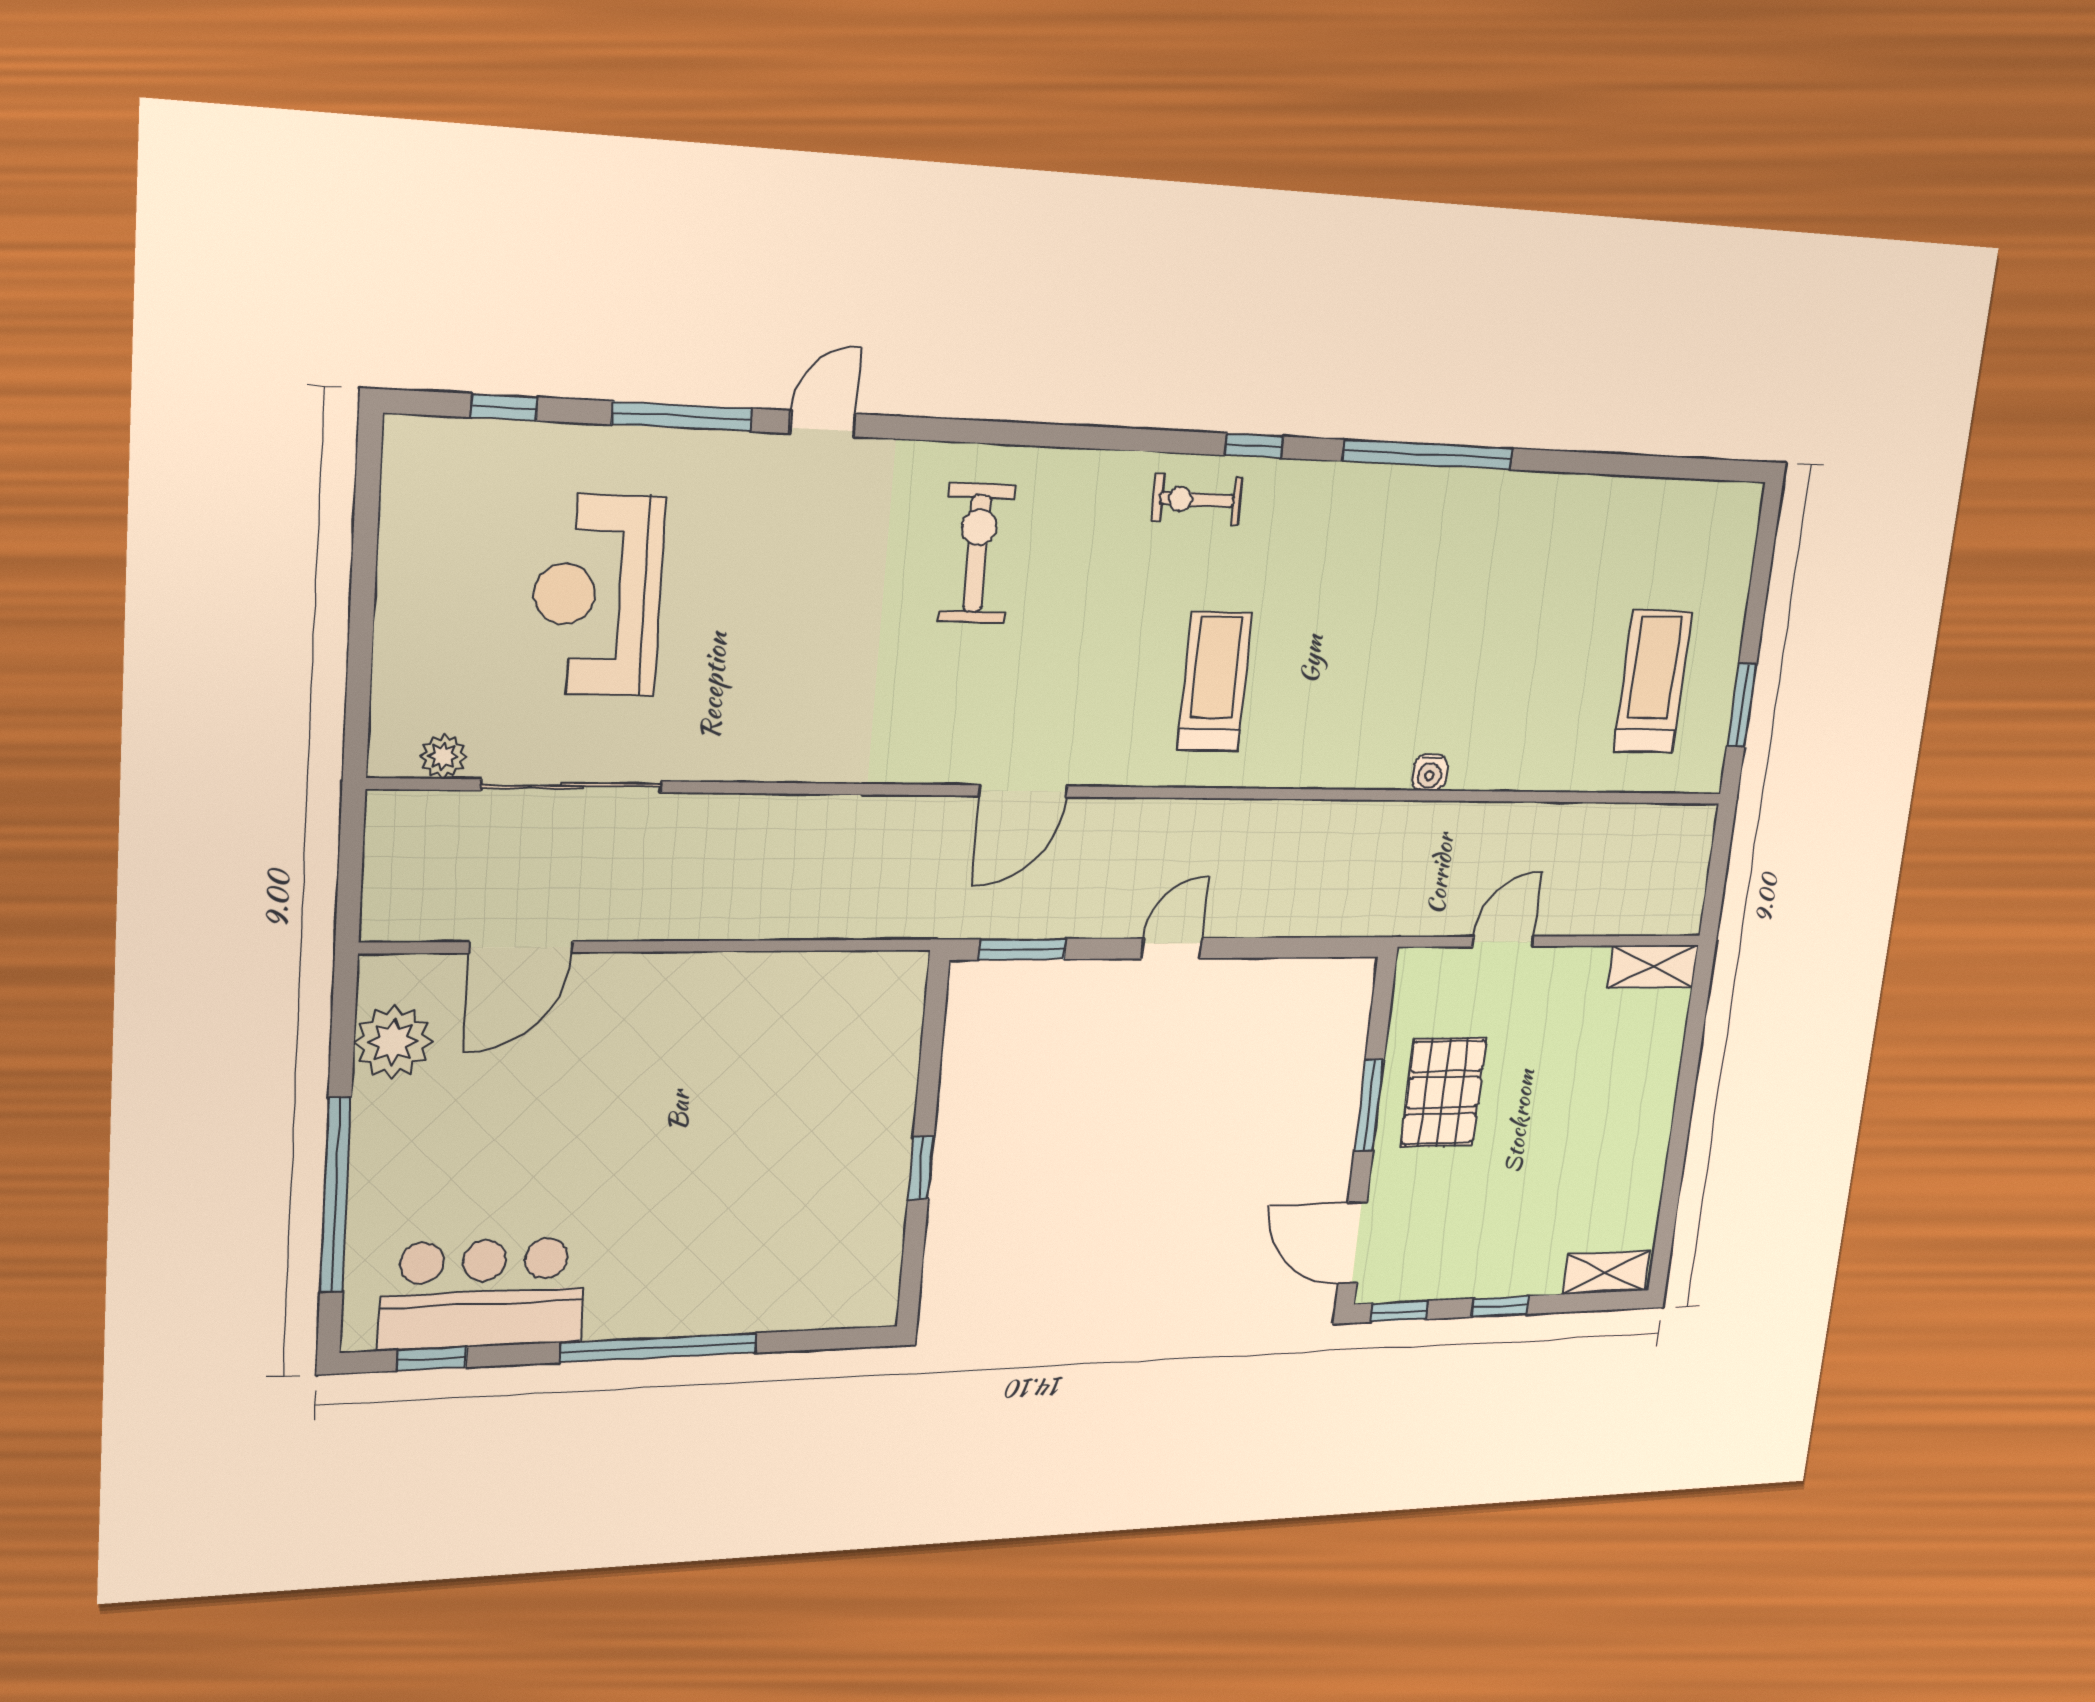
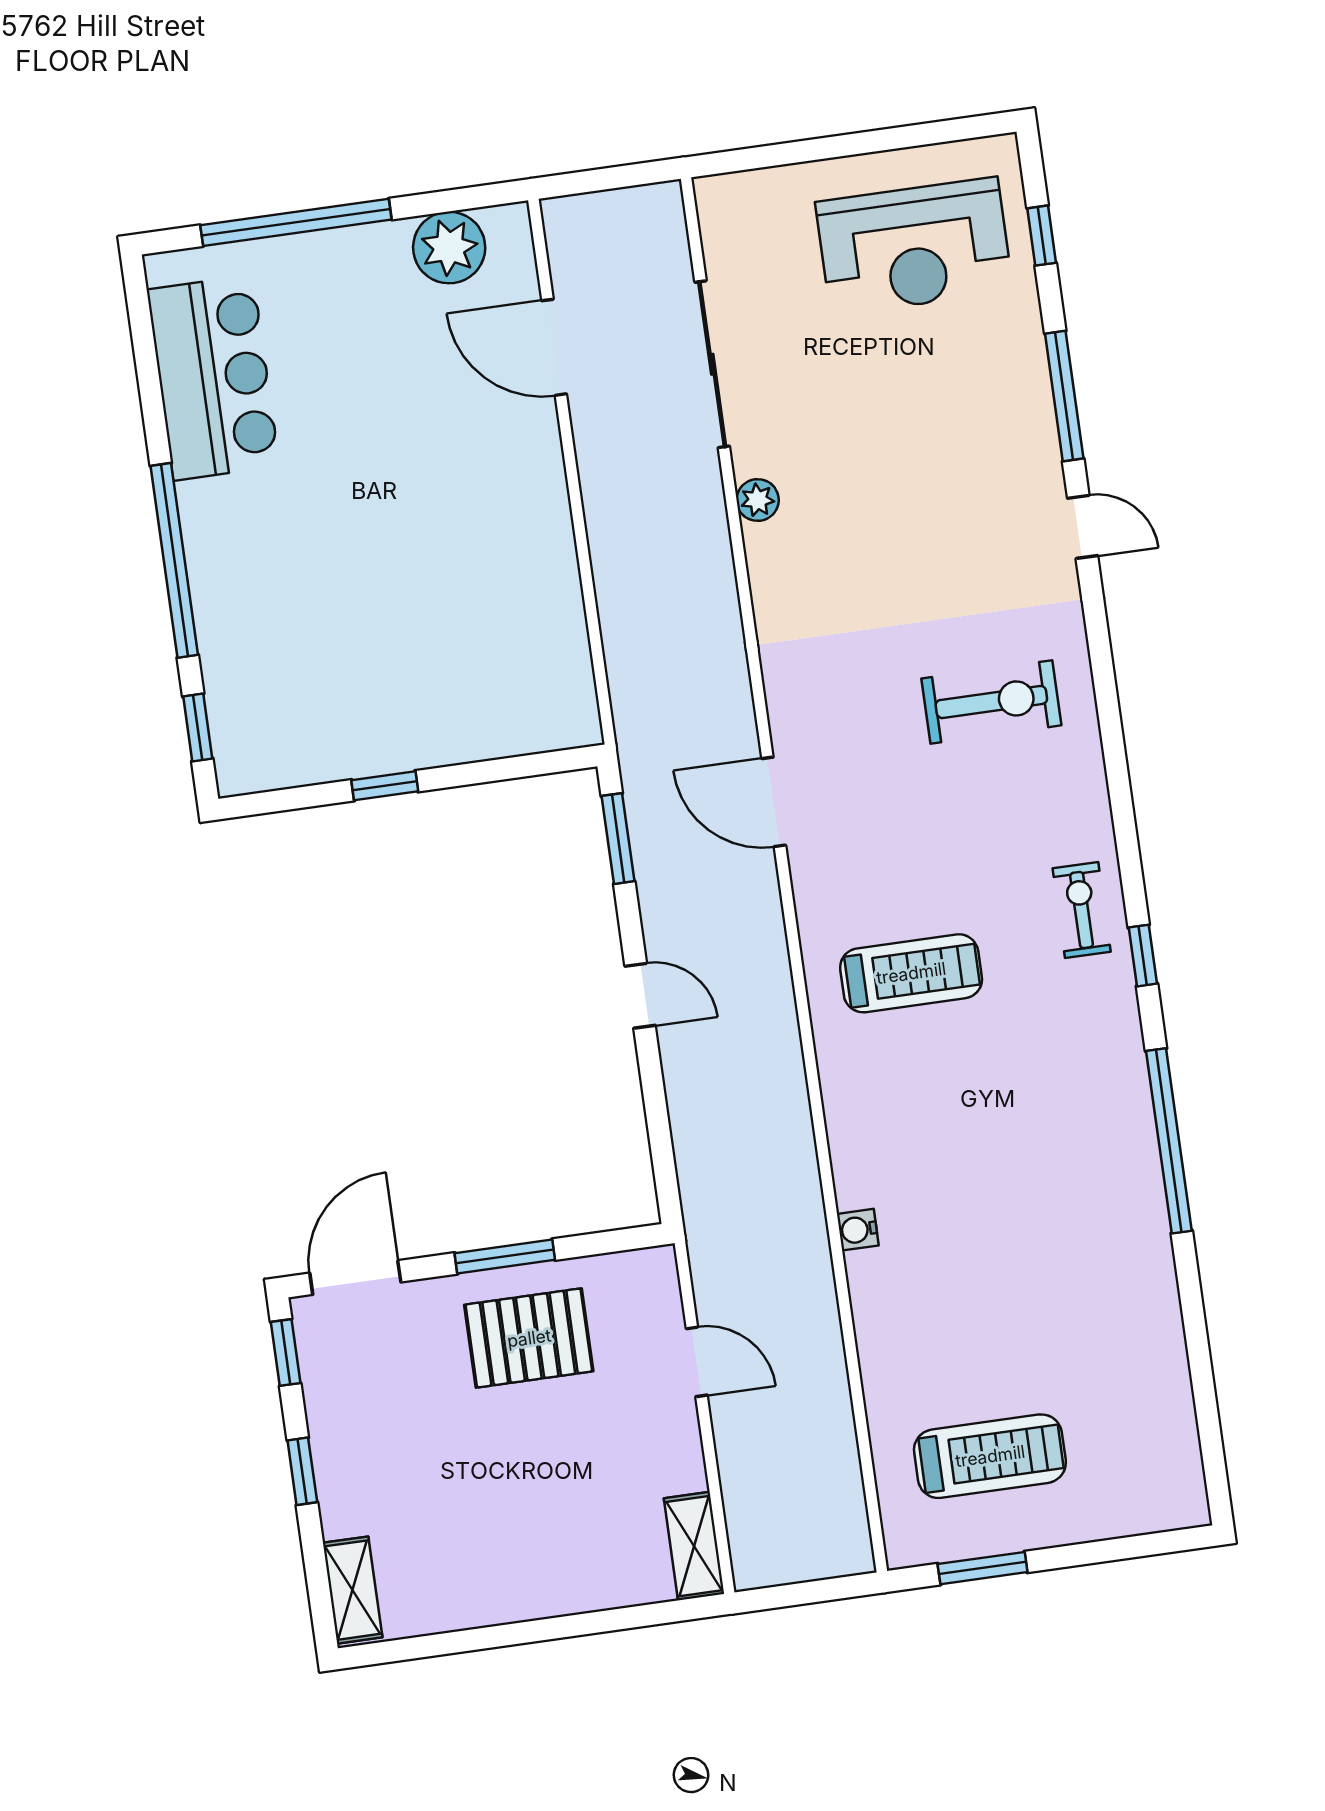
reception desk: (597, 595) -> (914, 246), moved, turned 180
plant: (443, 756) -> (758, 500), moved
window: (432, 1359) -> (198, 727), moved

